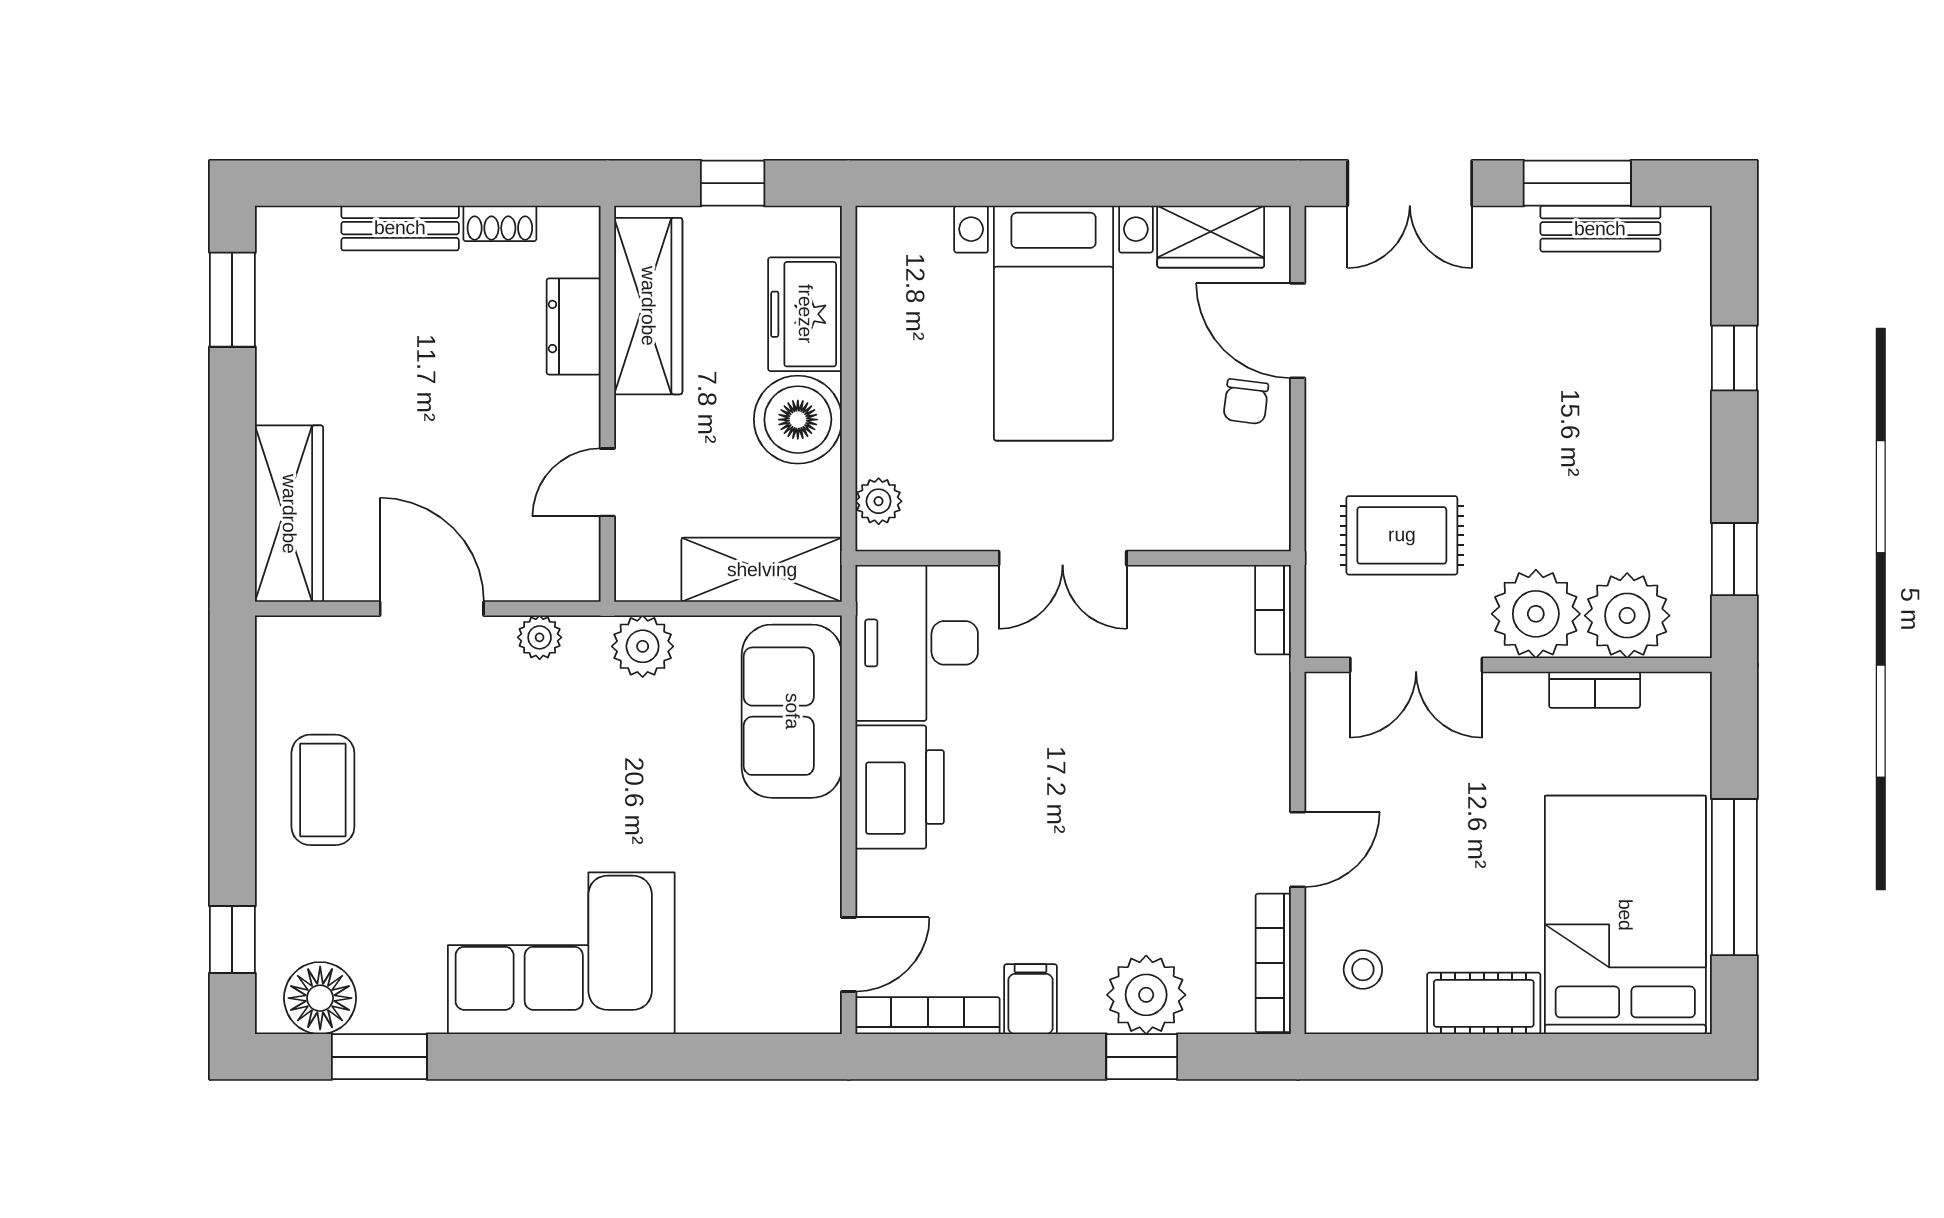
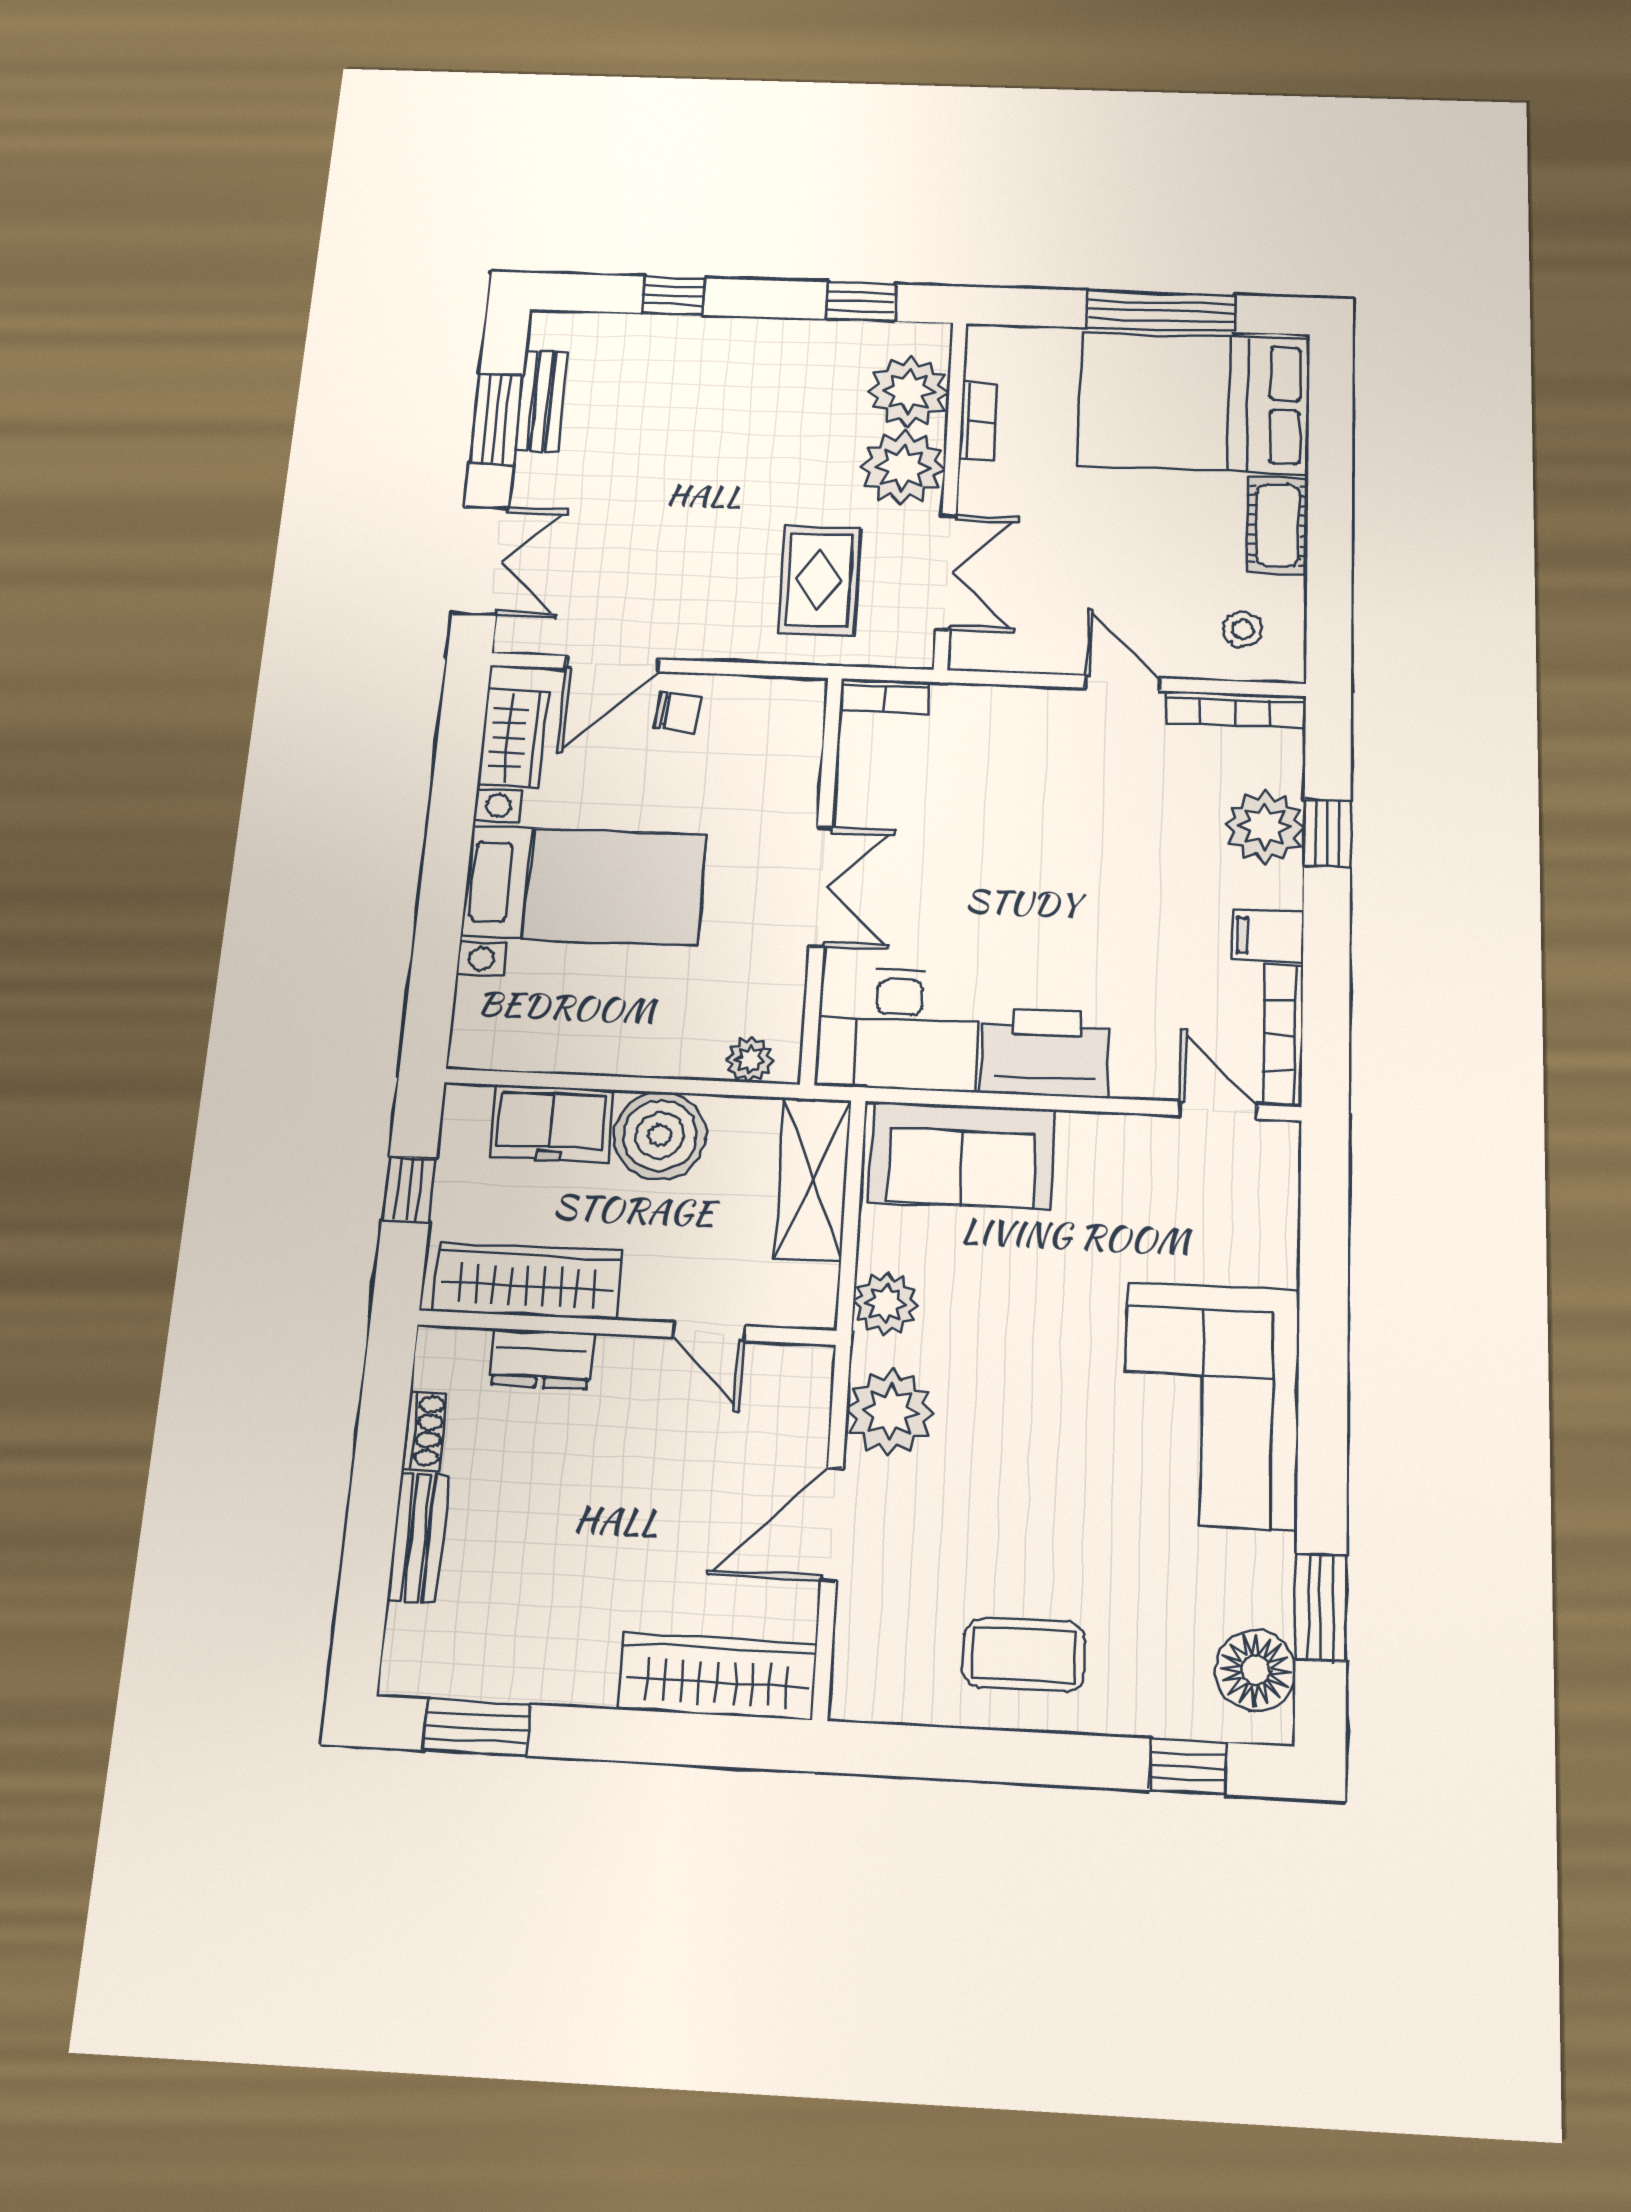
plant: (540, 637) -> (890, 1412), width x1.88, depth x1.88

